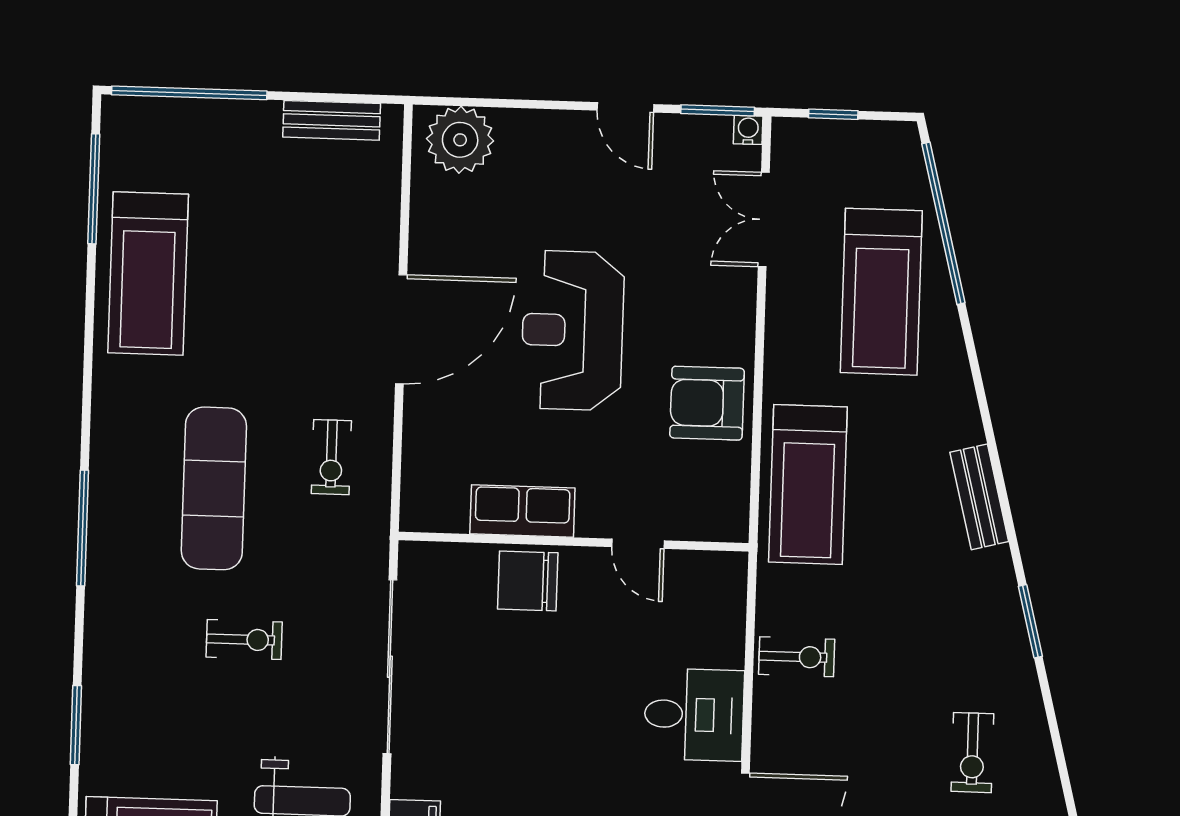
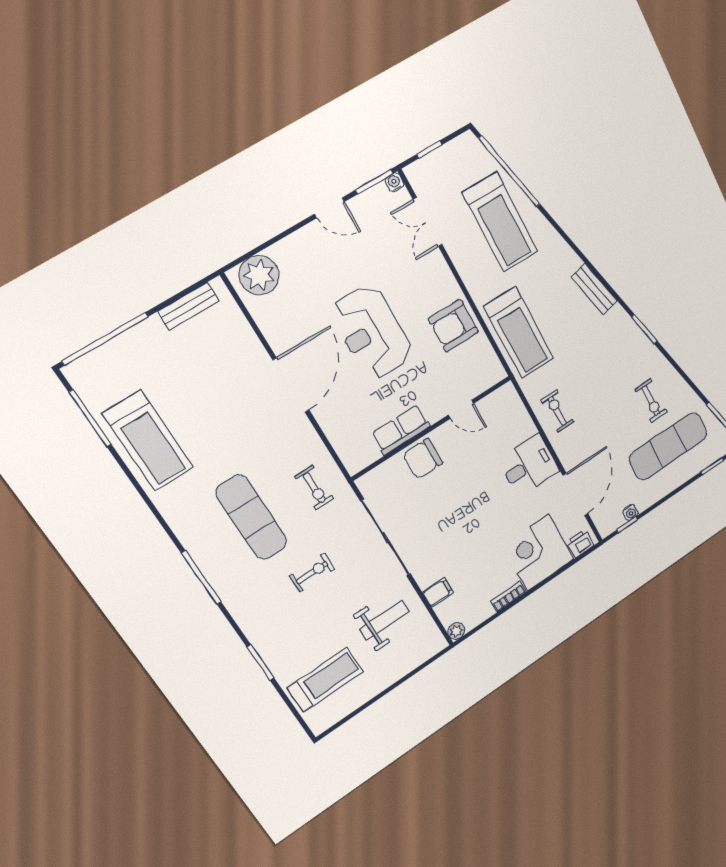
exercise bike: (331, 457) -> (314, 488), moved
exercise bike: (797, 657) -> (557, 411), turned -90

